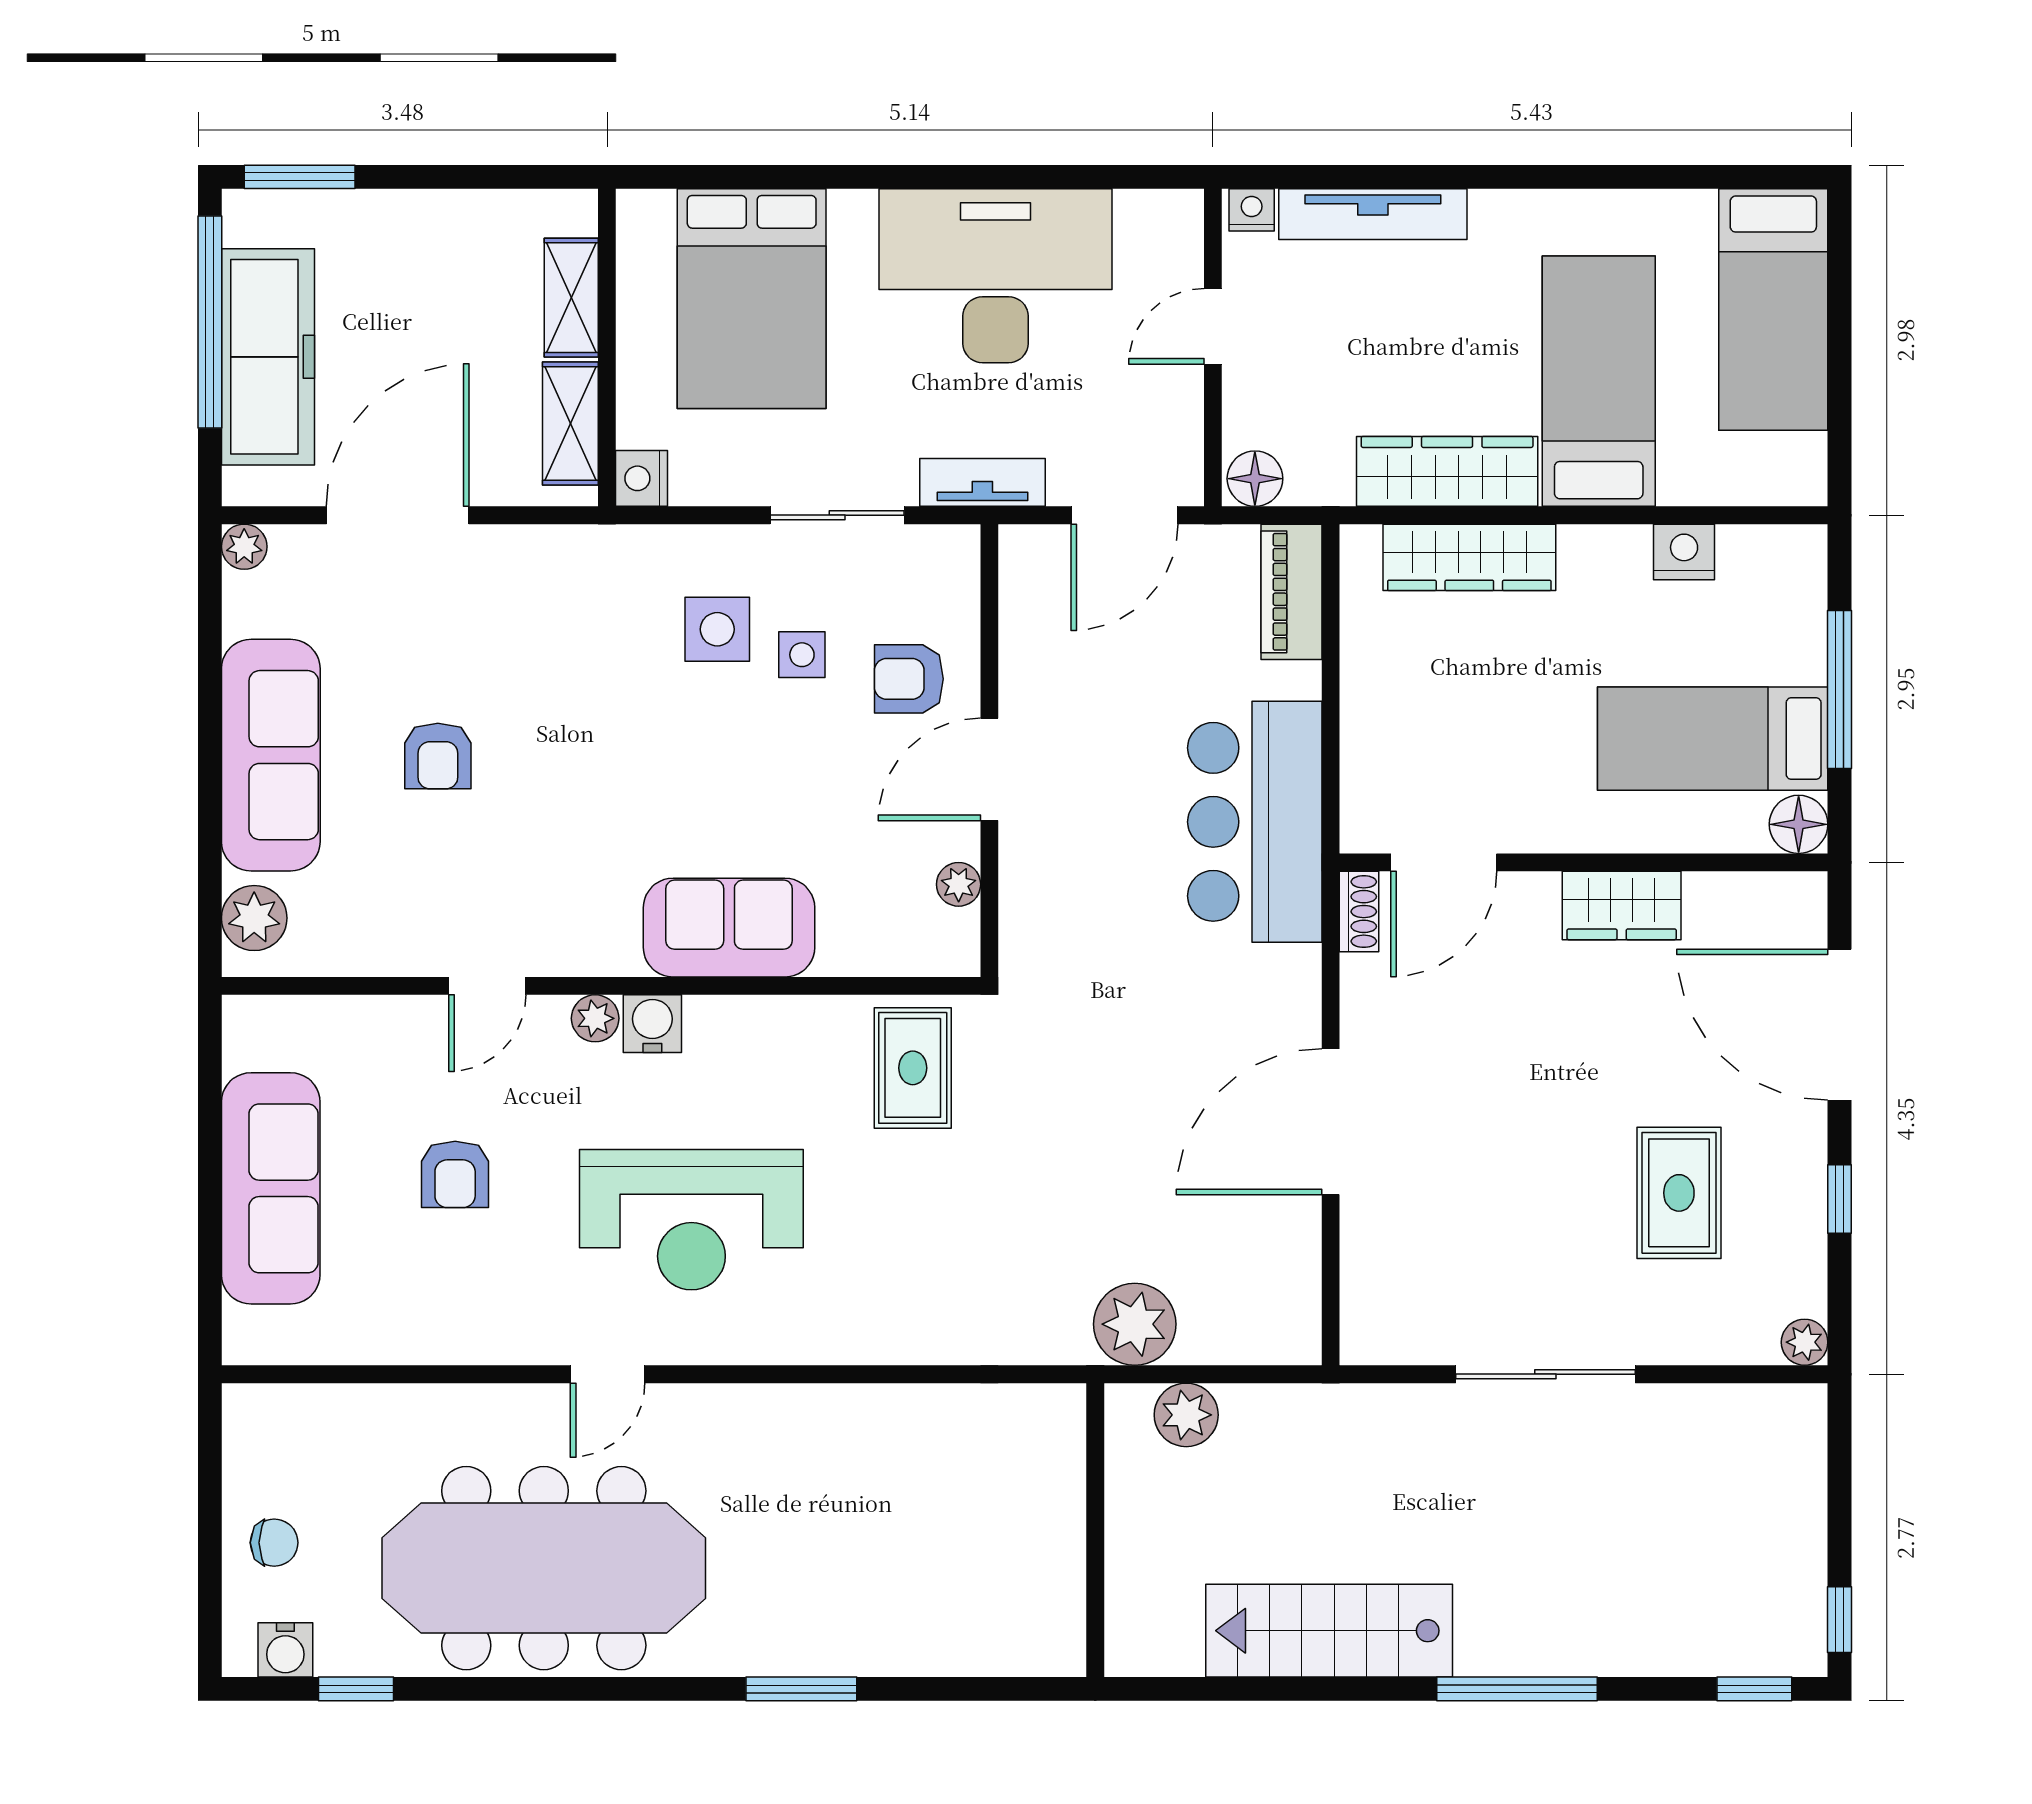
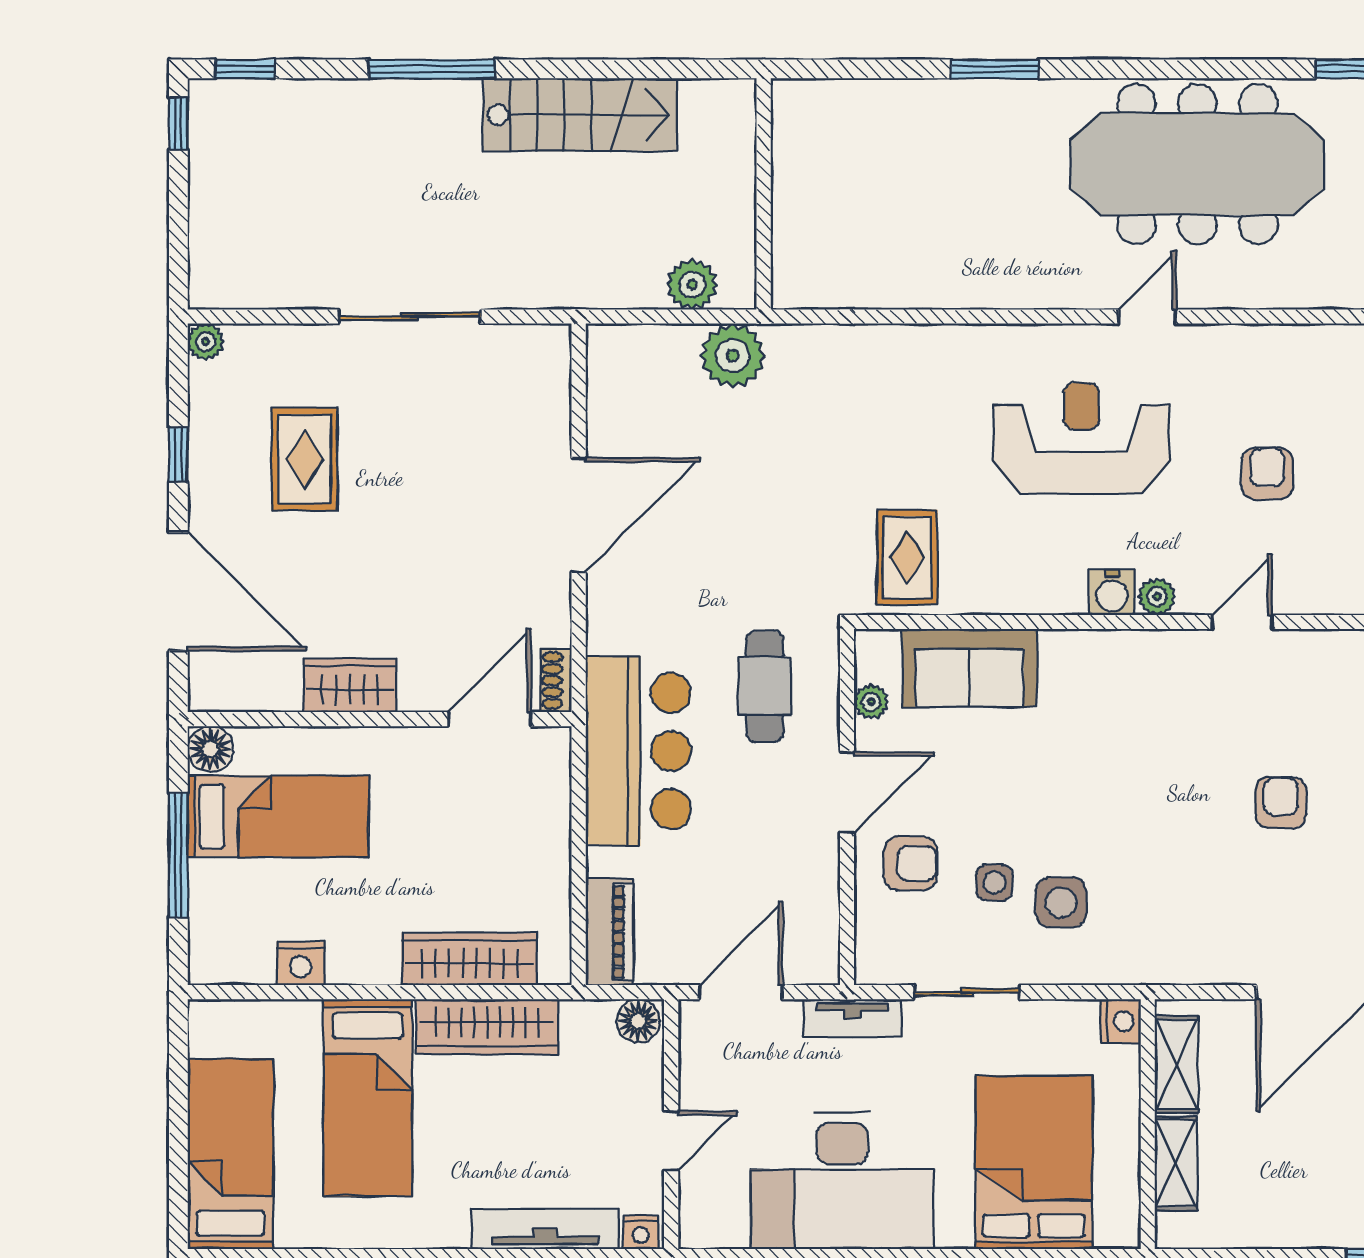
cafe table: (1094, 904) -> (765, 686), added
sofa: (729, 928) -> (970, 668), moved

